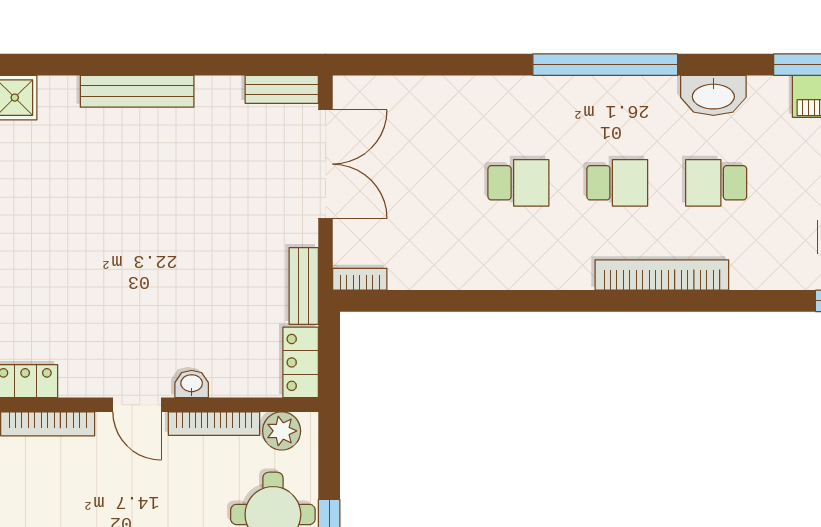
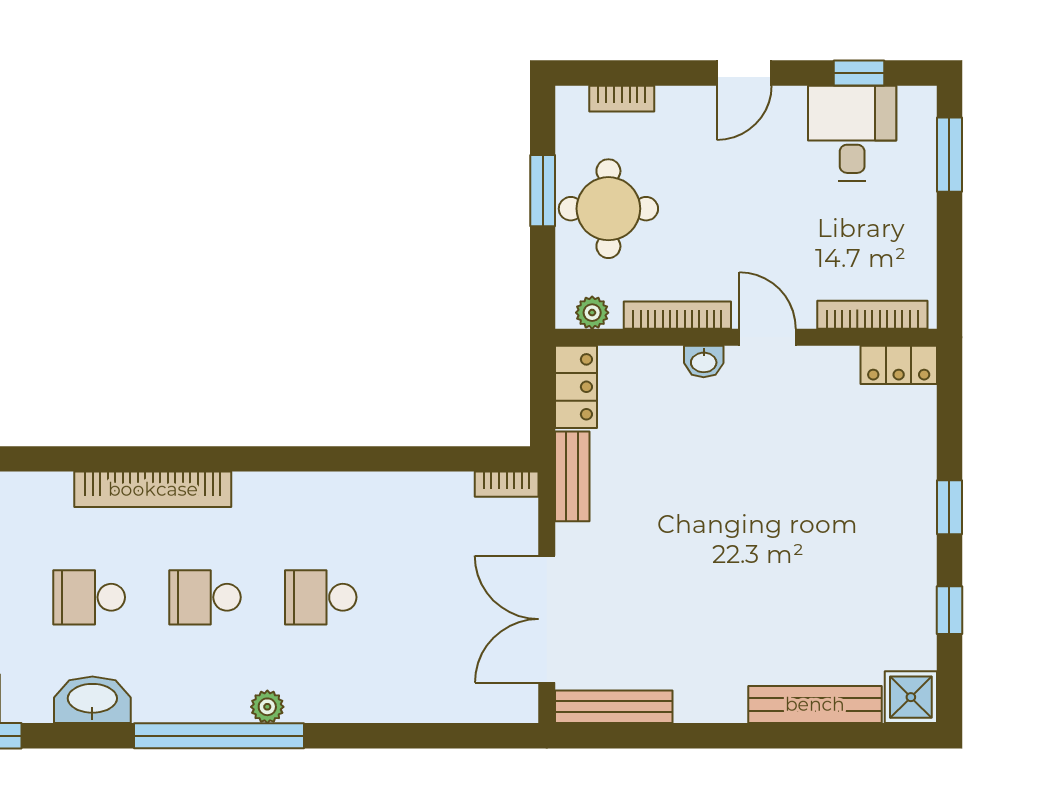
bench: (282, 89) -> (614, 707), width x1.36
plant: (564, 89) -> (267, 707), added
bench: (137, 91) -> (815, 704), moved
school desk: (716, 183) -> (89, 597), turned 180
plant: (282, 431) -> (592, 313), width x0.73, depth x0.73

